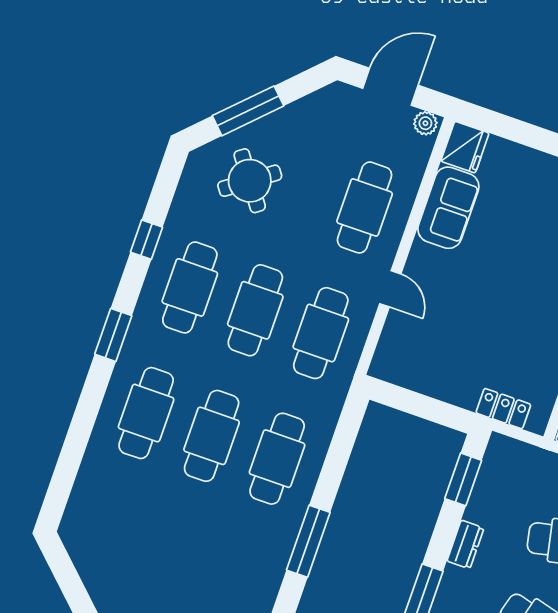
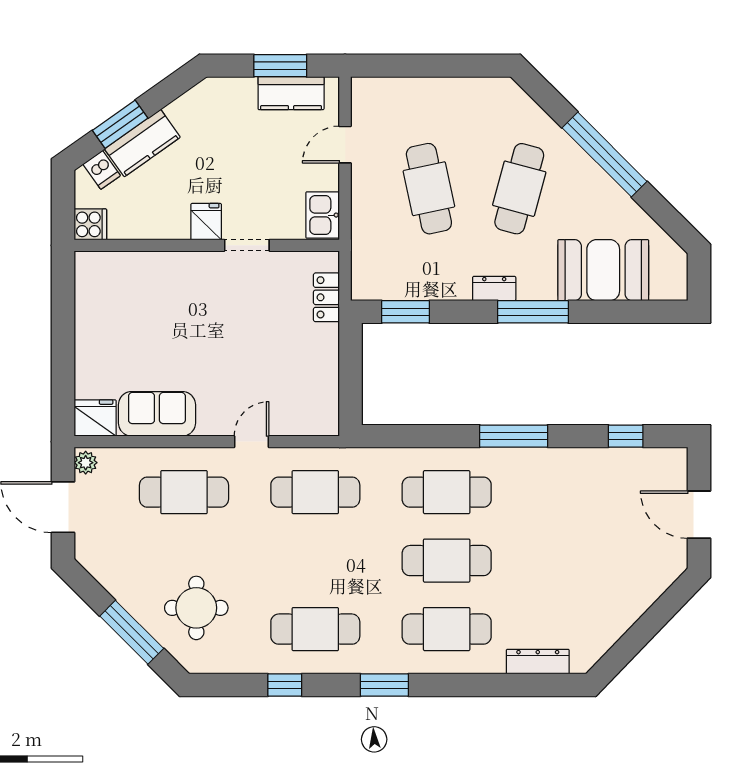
round table: (250, 181) -> (196, 608), turned 36
cafe table: (255, 310) -> (315, 561), removed
dresser: (85, 489) -> (538, 662), added
dresser: (465, 544) -> (494, 289), moved

